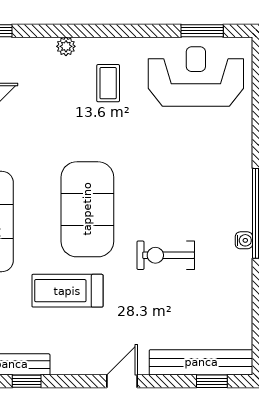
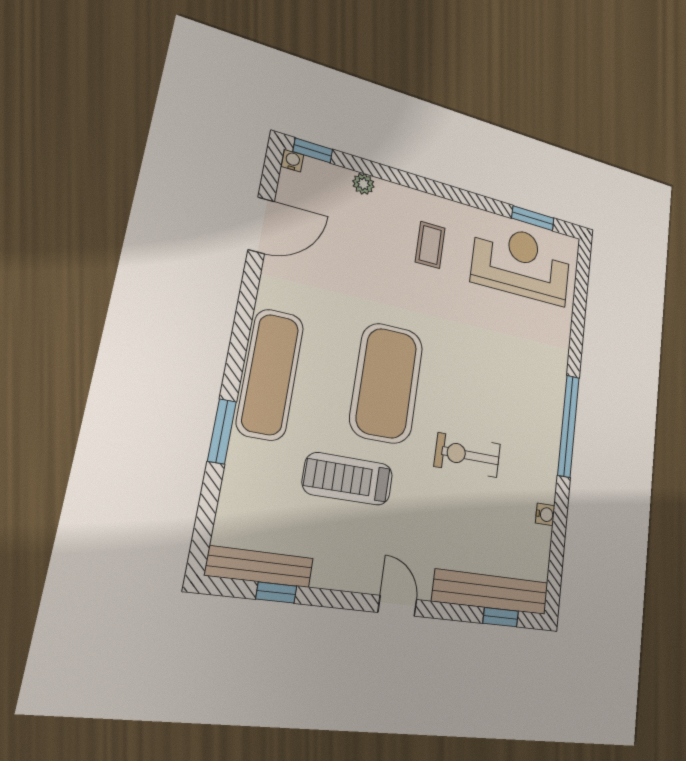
plant: (66, 46) -> (363, 184), moved
water cooler: (244, 240) -> (545, 514), moved
door: (122, 381) -> (397, 606), hinge flipped

